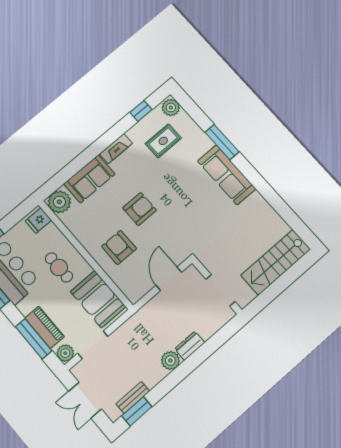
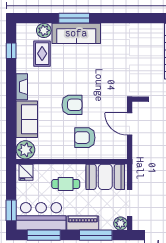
plant: (171, 108) -> (44, 30), moved
sofa: (227, 175) -> (76, 33), moved
armchair: (140, 209) -> (72, 105), turned 90
piano: (44, 327) -> (83, 223), moved

